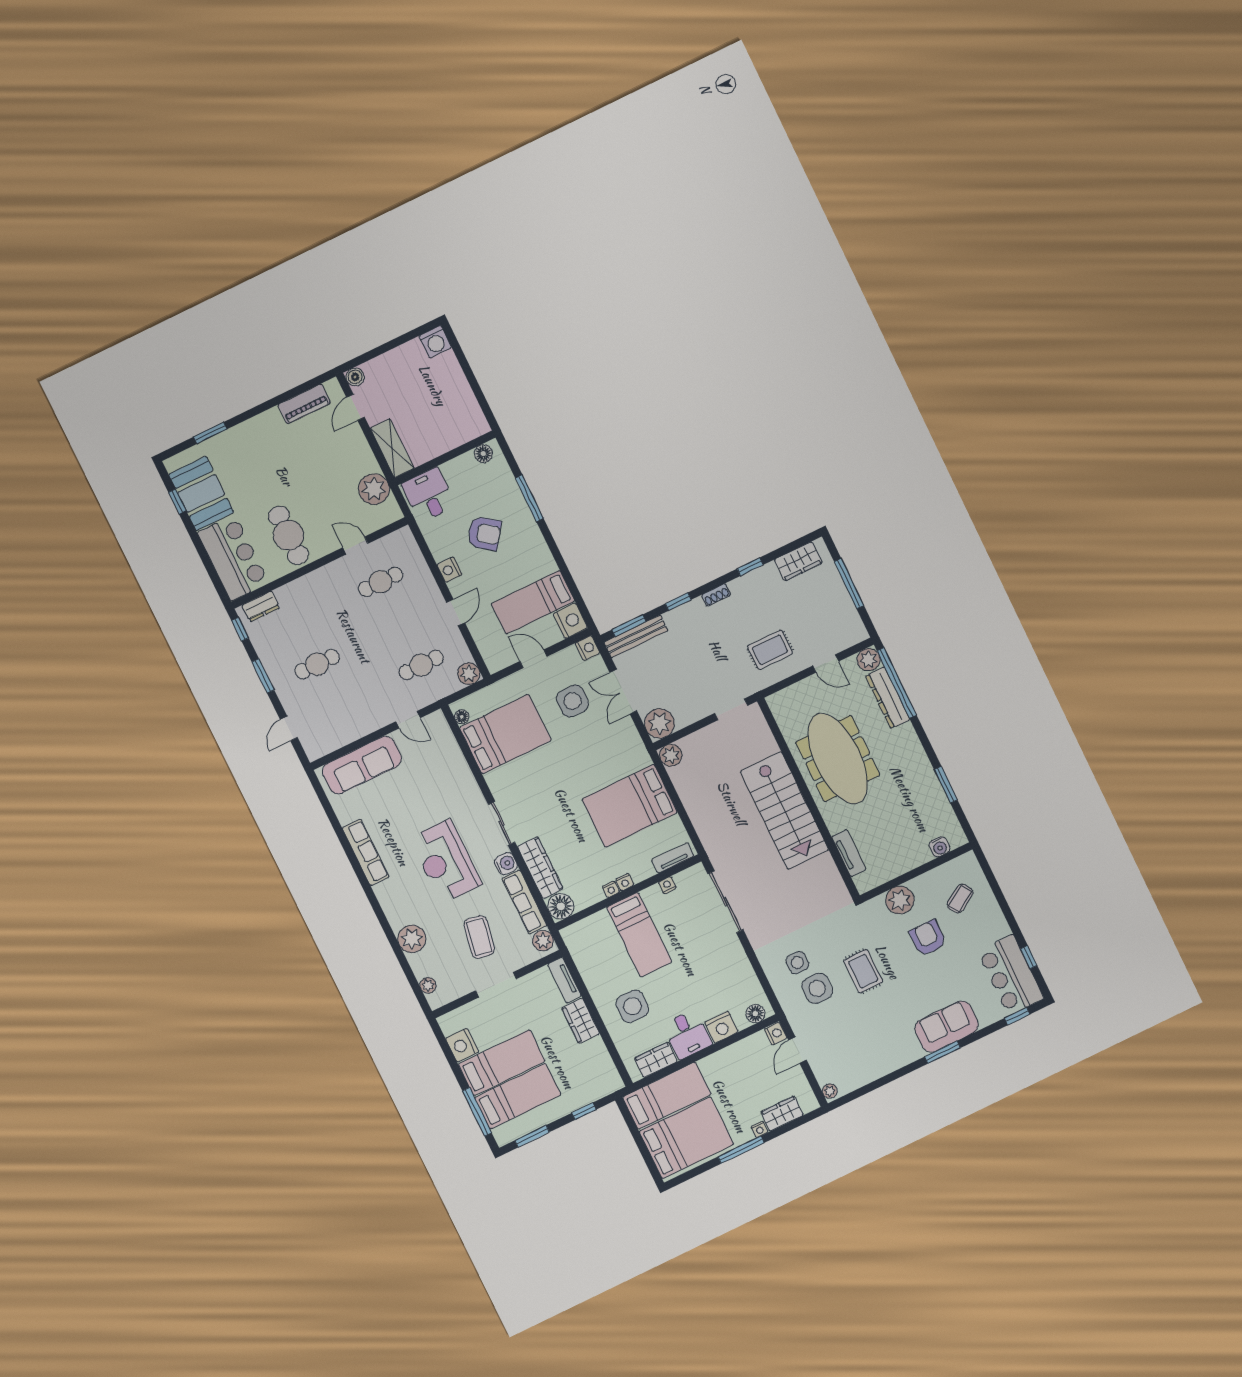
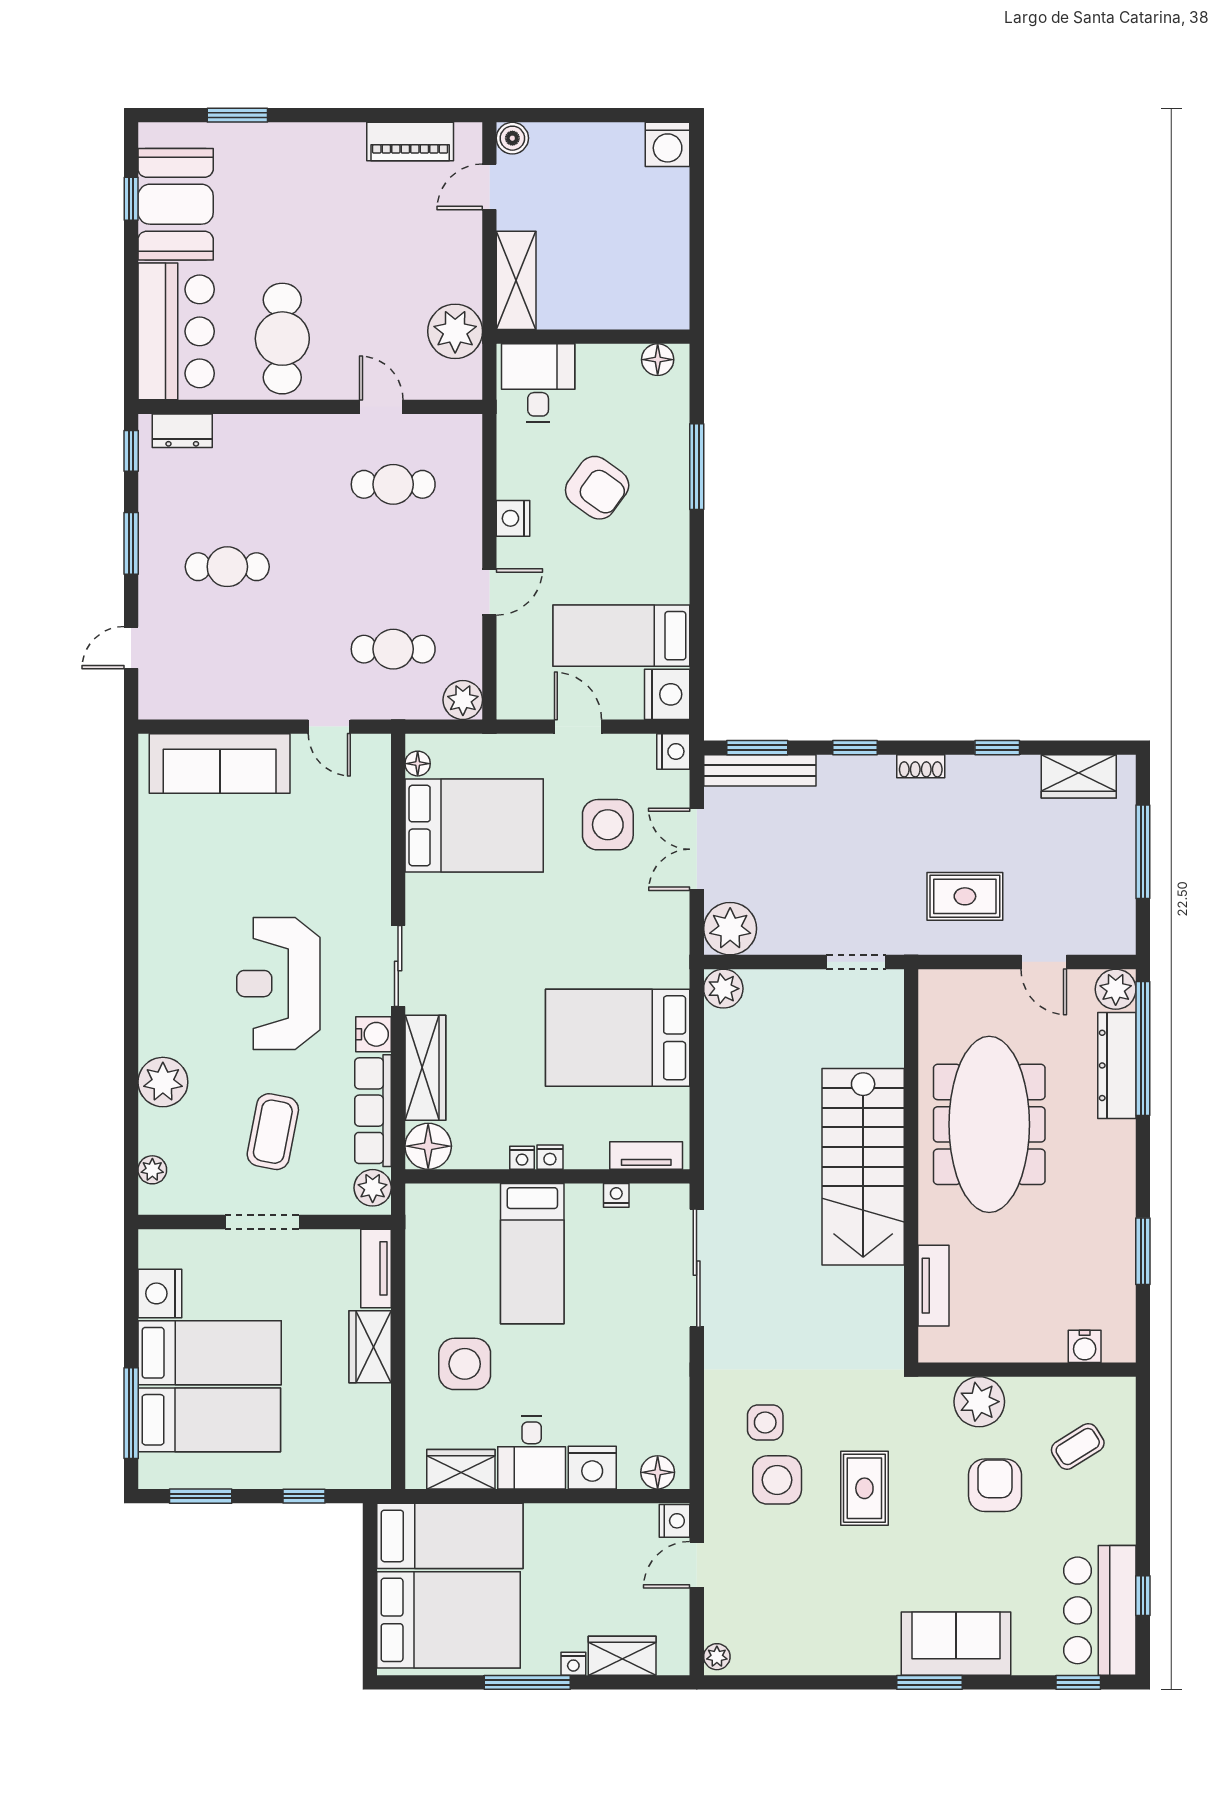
row of seats: (366, 852) -> (157, 907), removed

